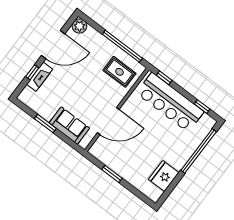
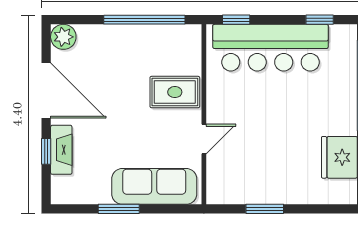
door: (53, 45) -> (46, 91), hinge flipped
rug: (119, 72) -> (175, 92), moved
door: (108, 121) -> (204, 139), width x0.53
sofa: (69, 125) -> (154, 186), width x1.36

